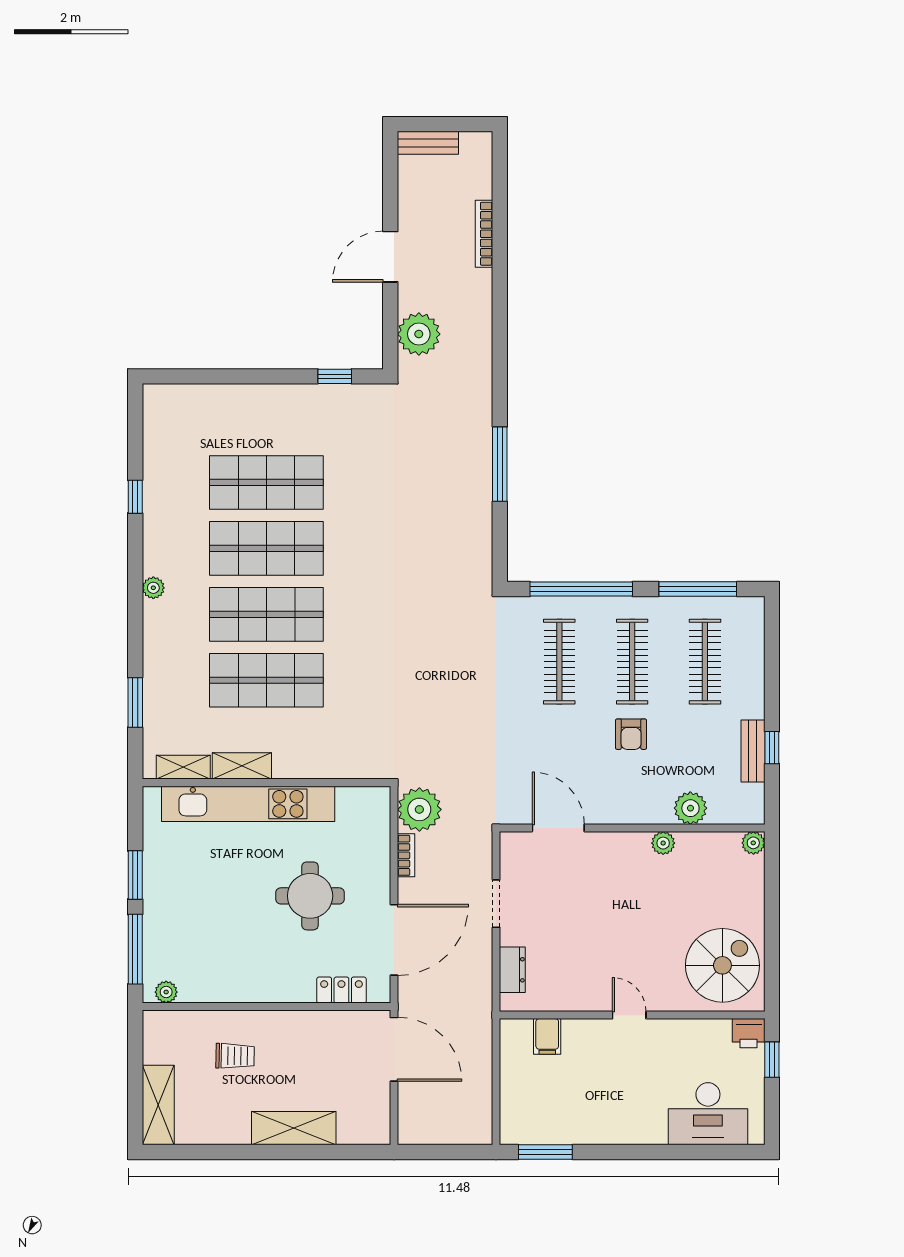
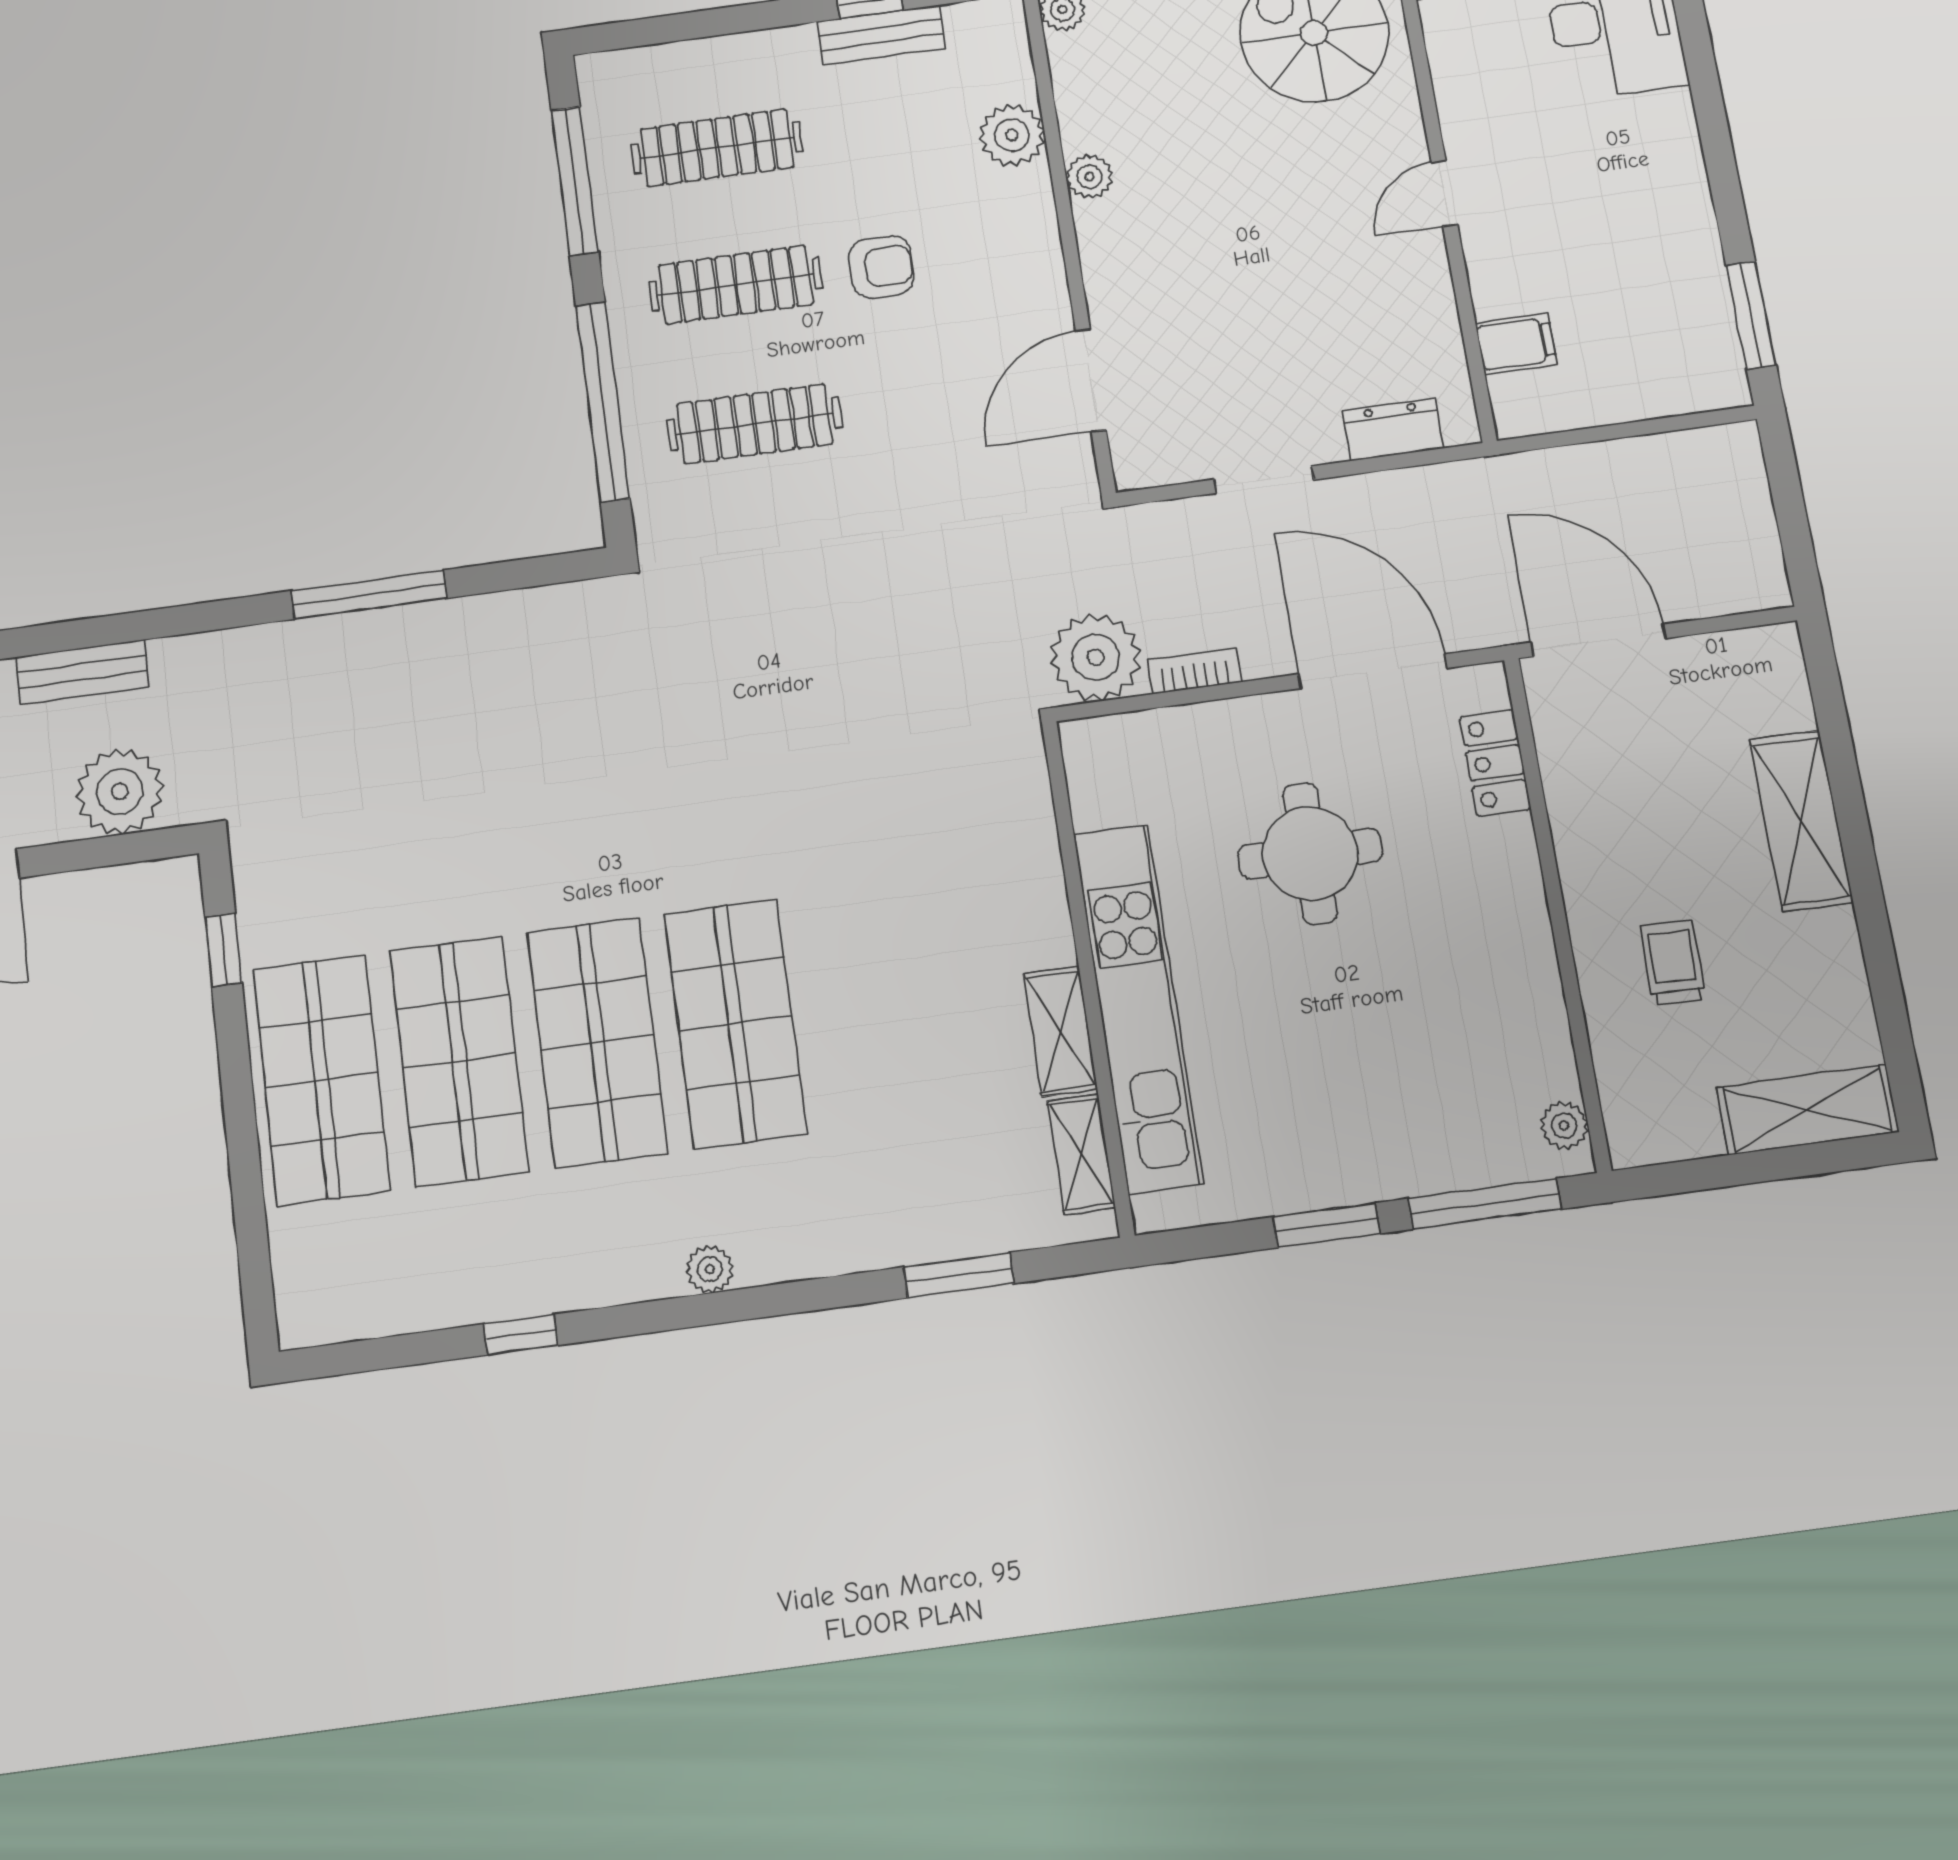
bench: (481, 321) -> (82, 672), added
shop shelf: (266, 680) -> (321, 1080), moved
door: (394, 1049) -> (1598, 640), hinge flipped

